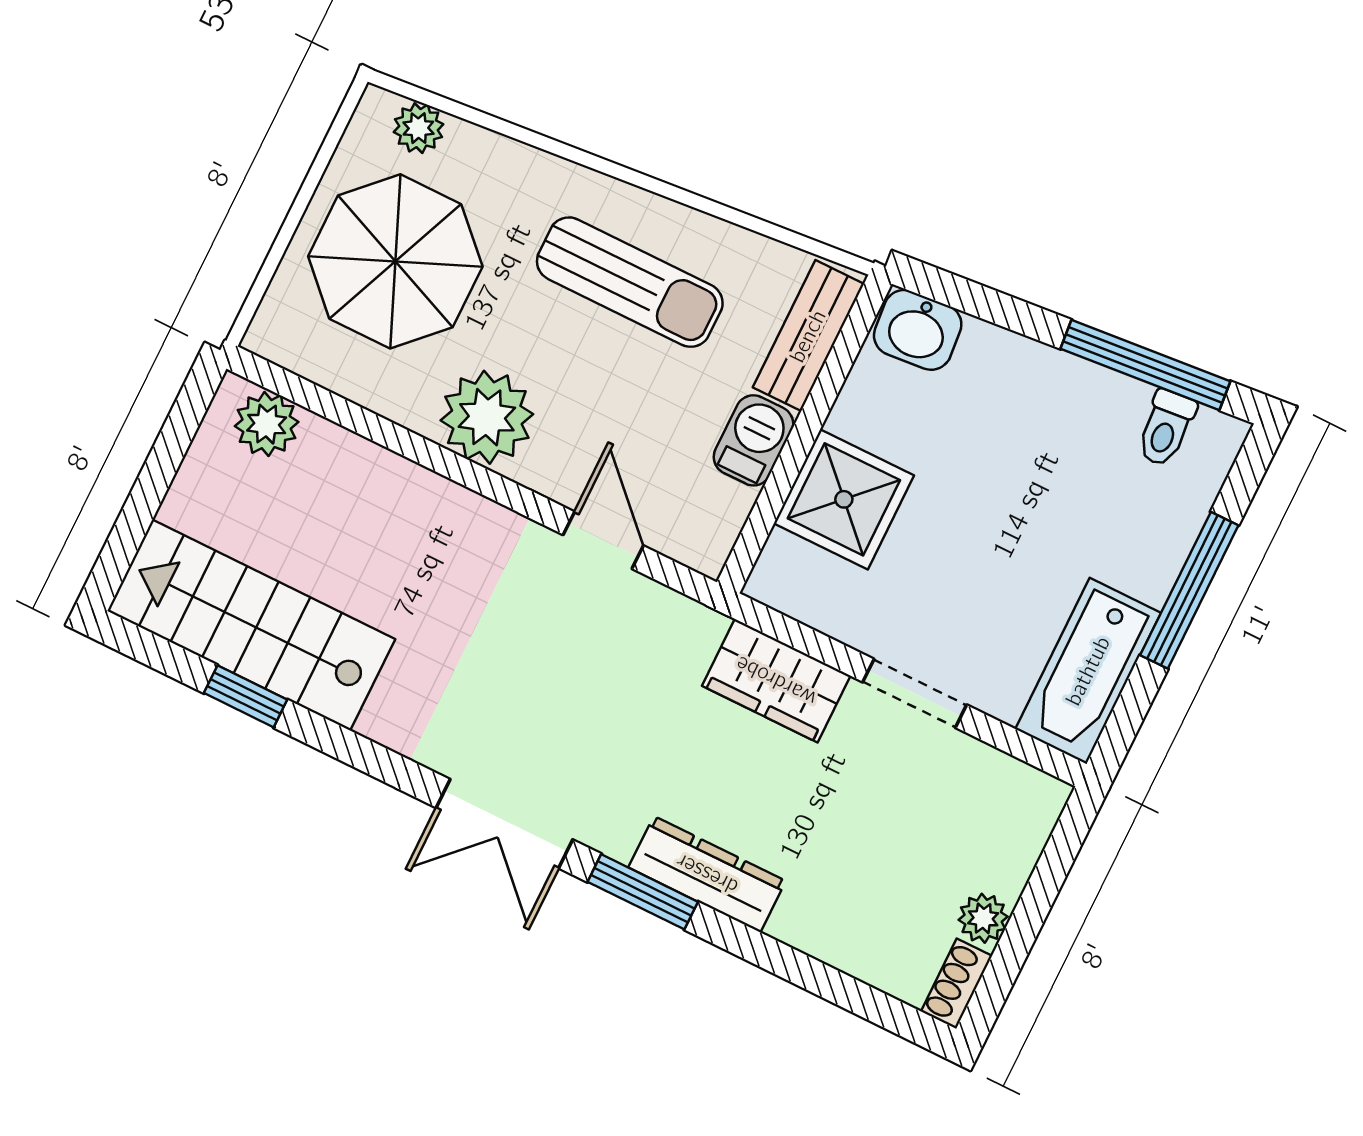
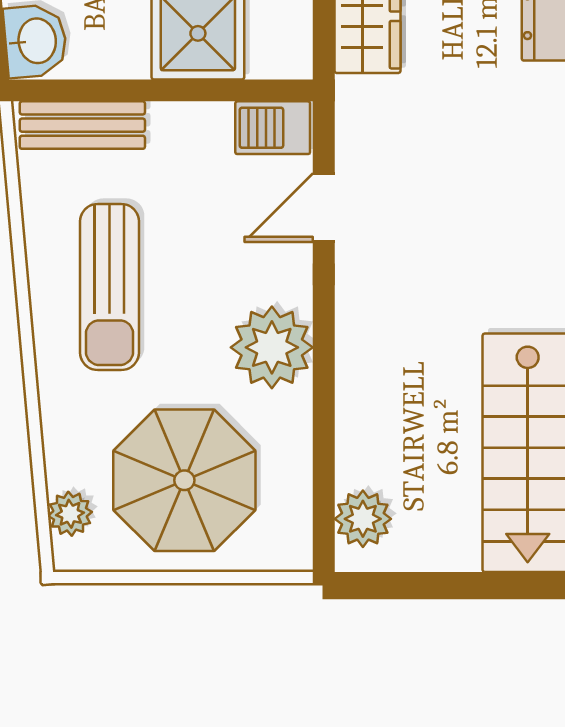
sun lounger: (630, 282) -> (110, 287), turned 180
barbecue: (753, 440) -> (273, 128), moved

